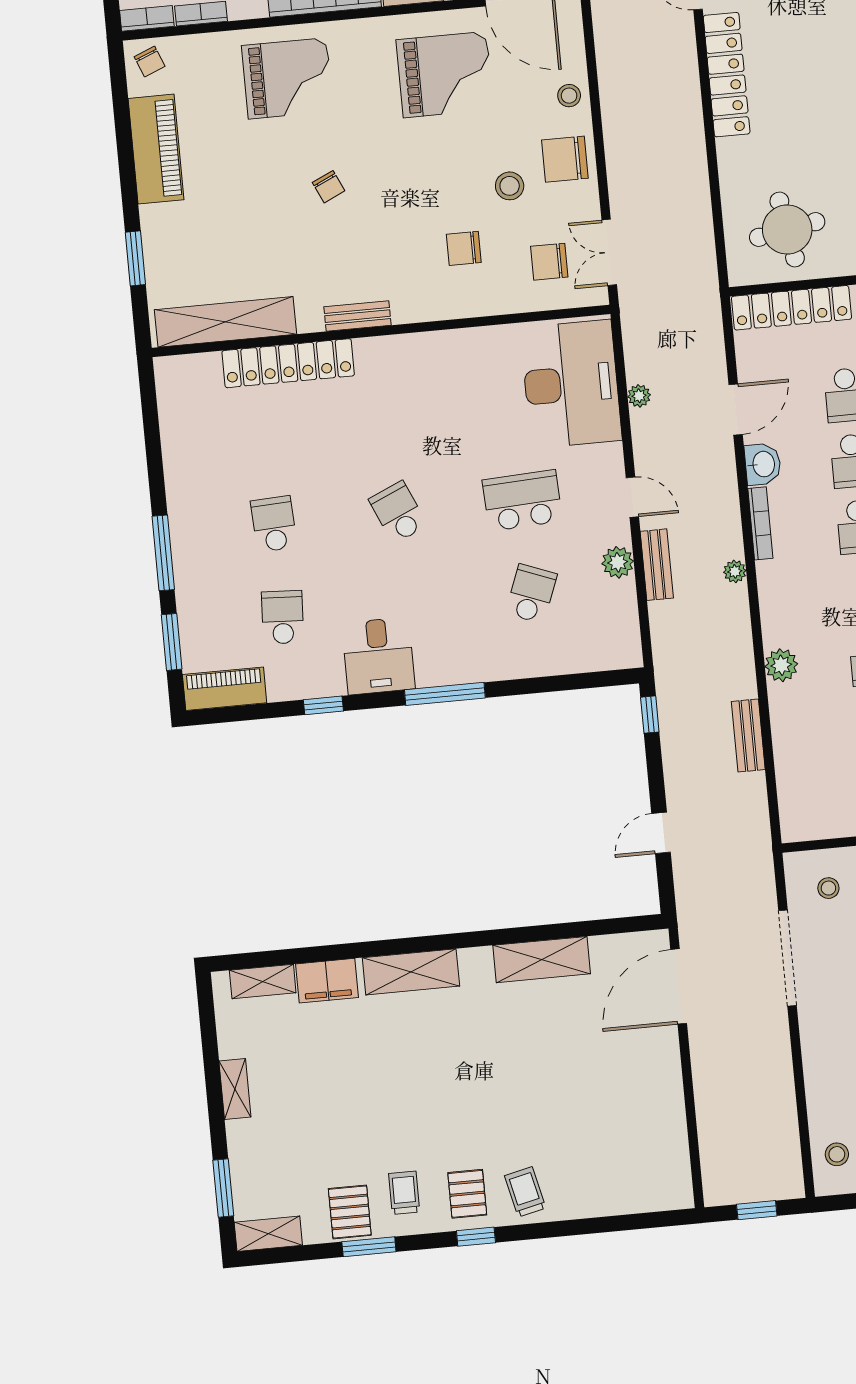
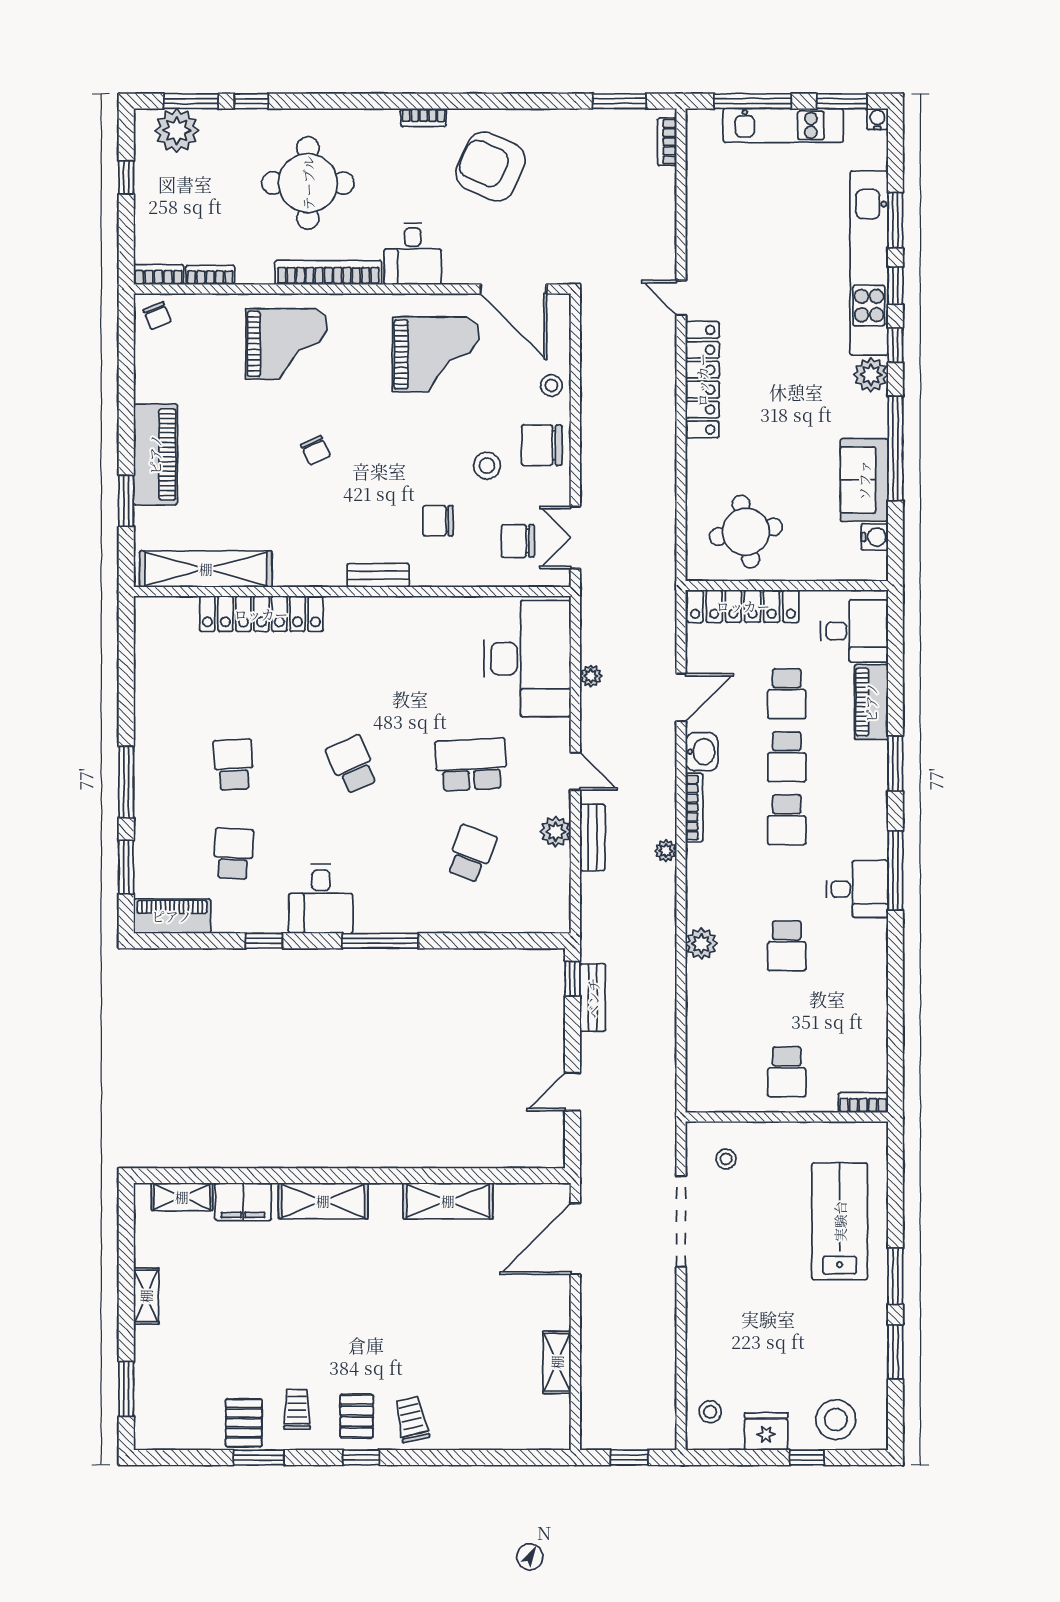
piano: (156, 149) -> (155, 454), moved
bench: (358, 316) -> (378, 575), moved
bench: (748, 735) -> (593, 998), moved
shelving: (268, 1234) -> (557, 1362), moved, turned 90

